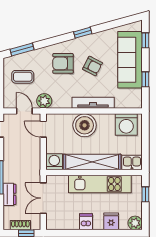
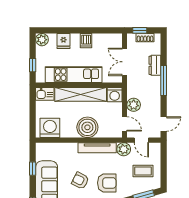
tv unit: (93, 103) -> (97, 148), moved
plant: (33, 150) -> (134, 105), added
double door: (43, 198) -> (125, 62), swing flipped

